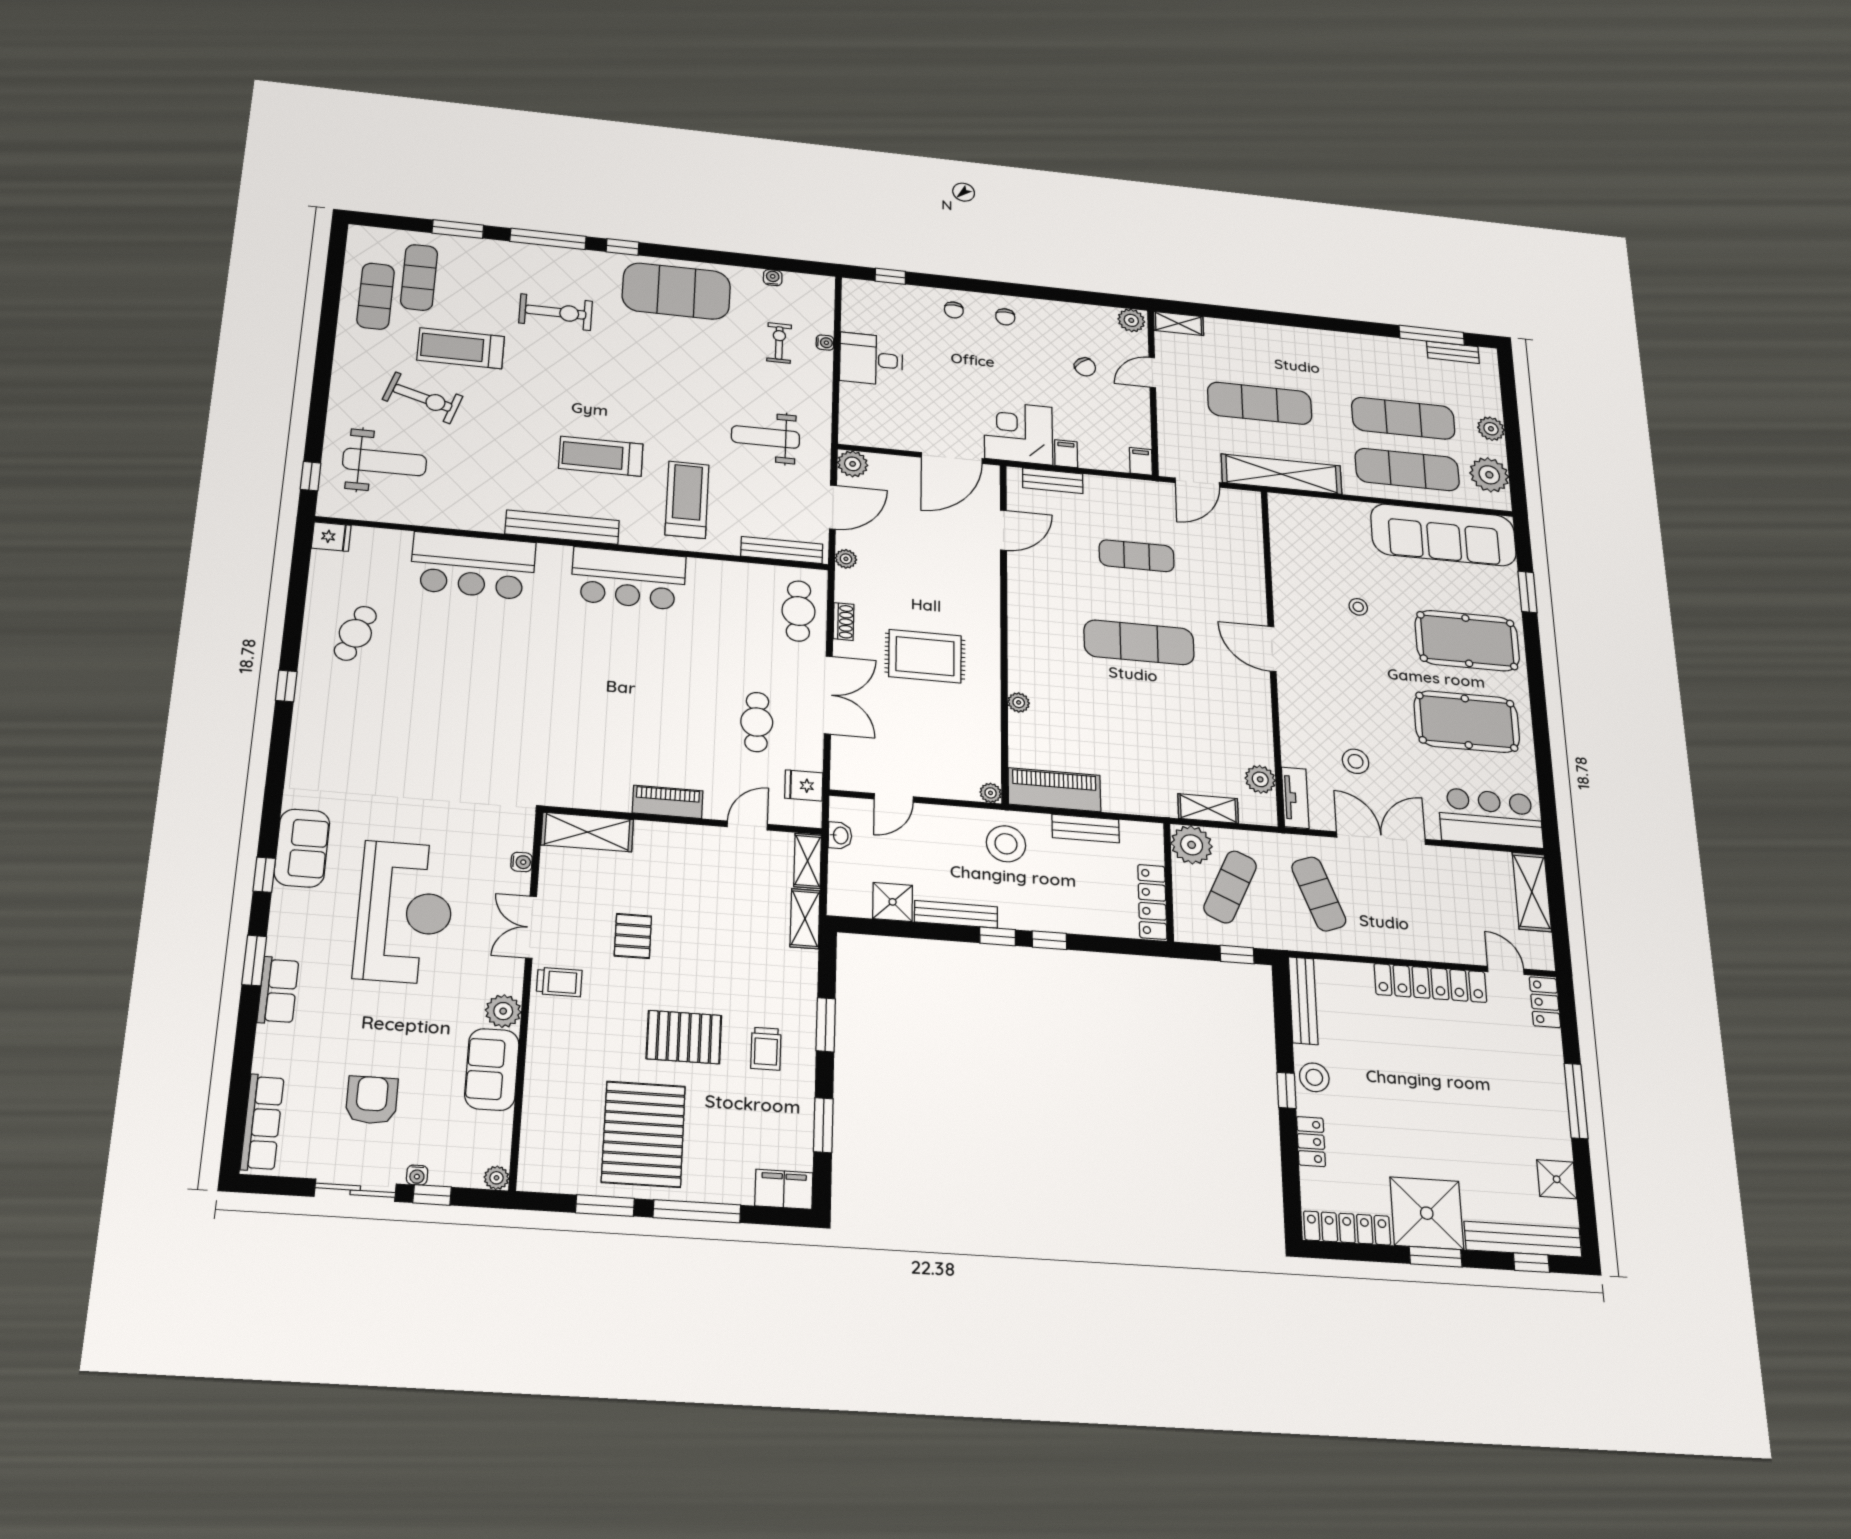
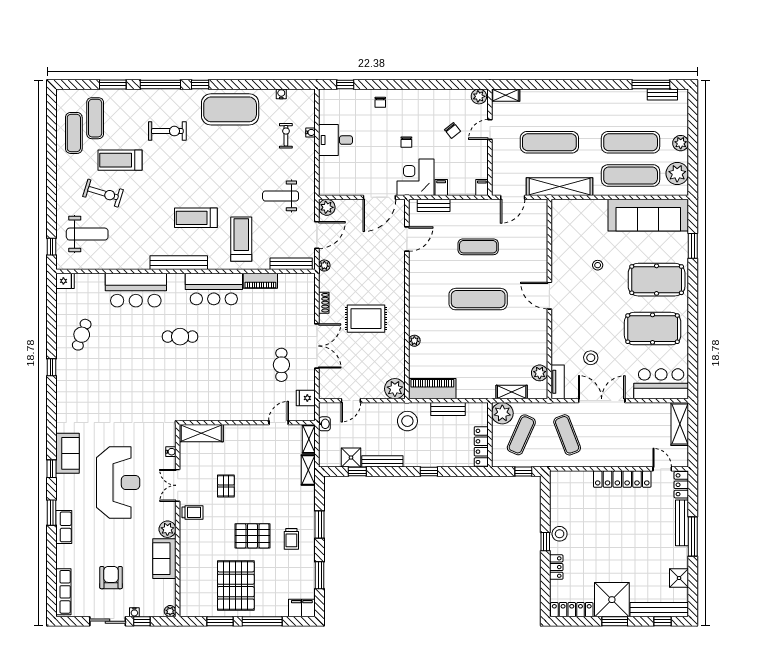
chair: (1005, 317) -> (406, 142), moved
cafe table: (798, 611) -> (180, 337), moved, turned 90
plant: (991, 793) -> (395, 389), width x1.88, depth x1.88
piano: (668, 802) -> (260, 281), moved, turned 180
window: (998, 936) -> (357, 472), moved
bench: (1303, 1001) -> (682, 523), moved

